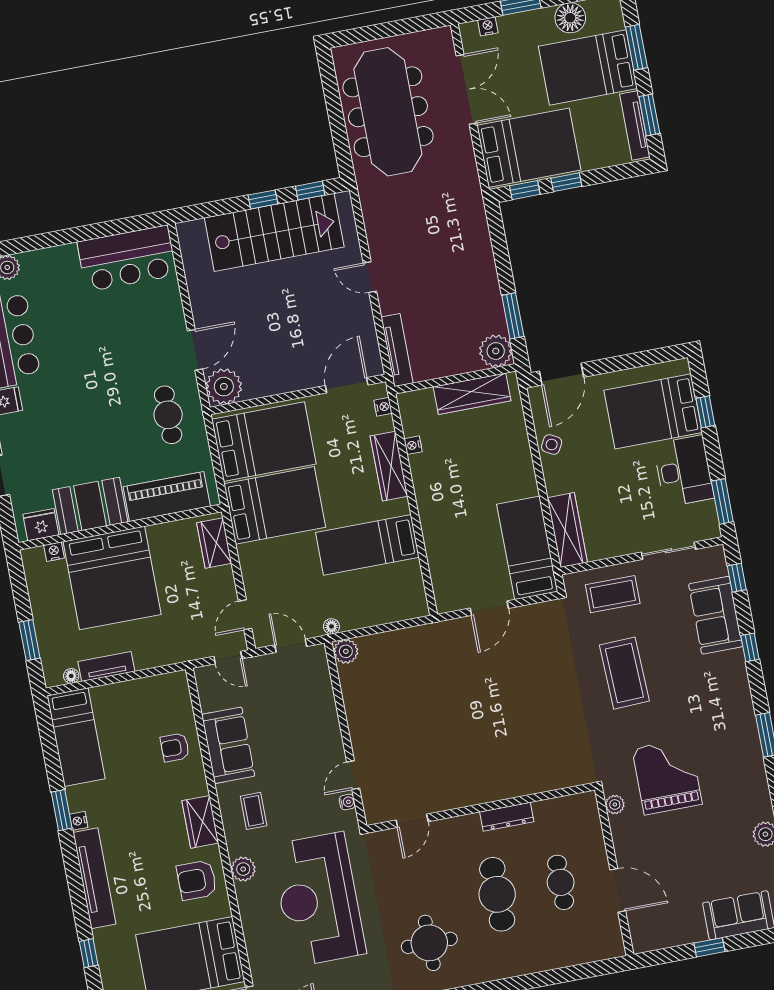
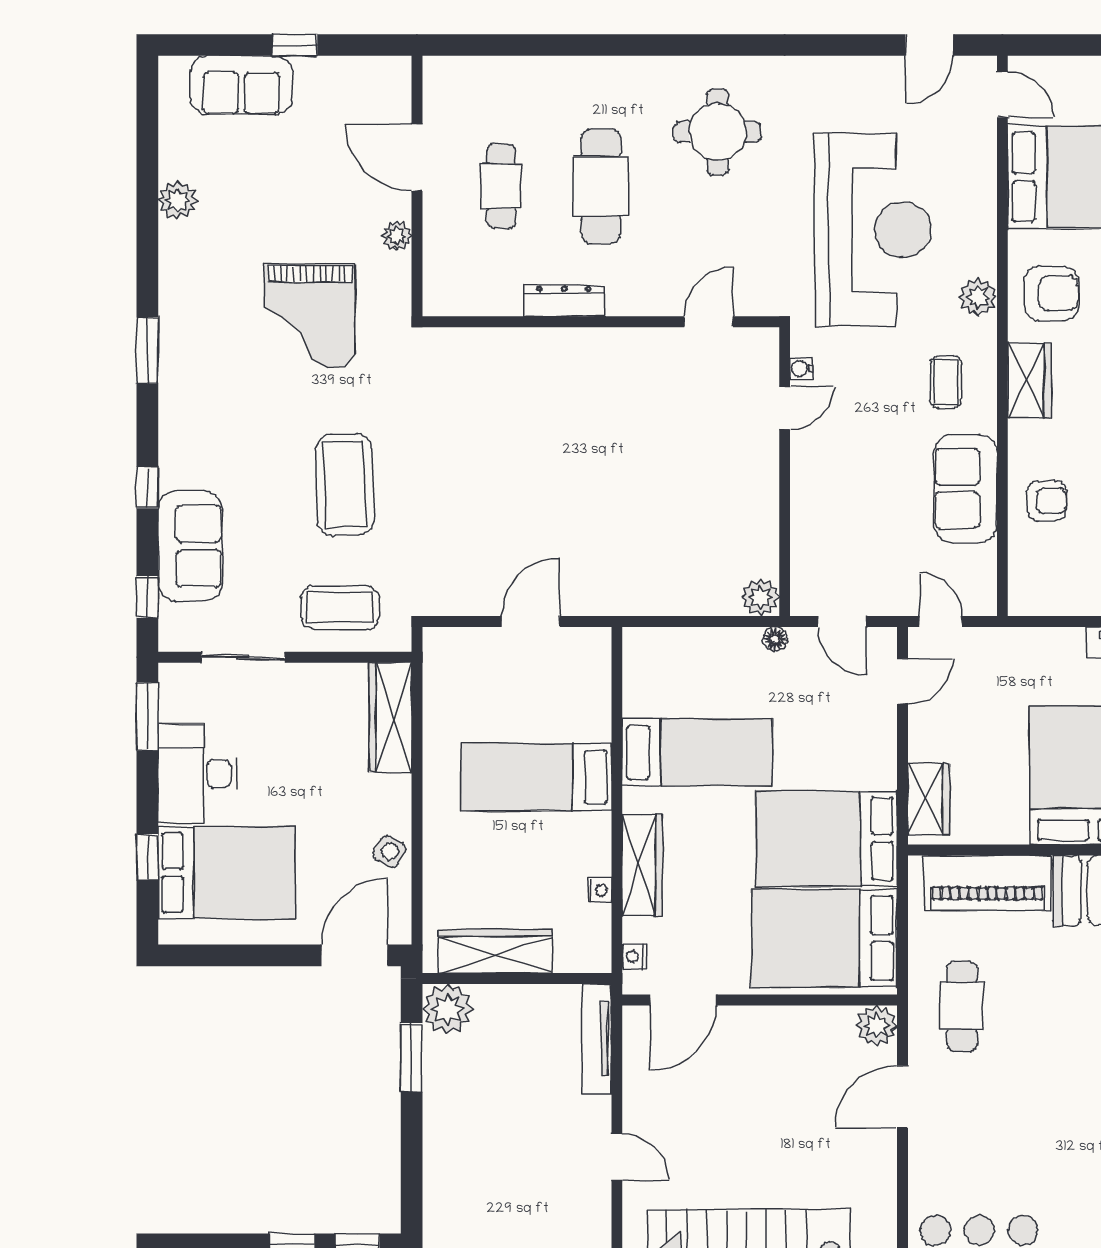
plant: (224, 387) -> (877, 1026), width x0.73, depth x0.73
bed: (527, 548) -> (536, 777), moved, turned 90
plant: (615, 805) -> (397, 236), moved

